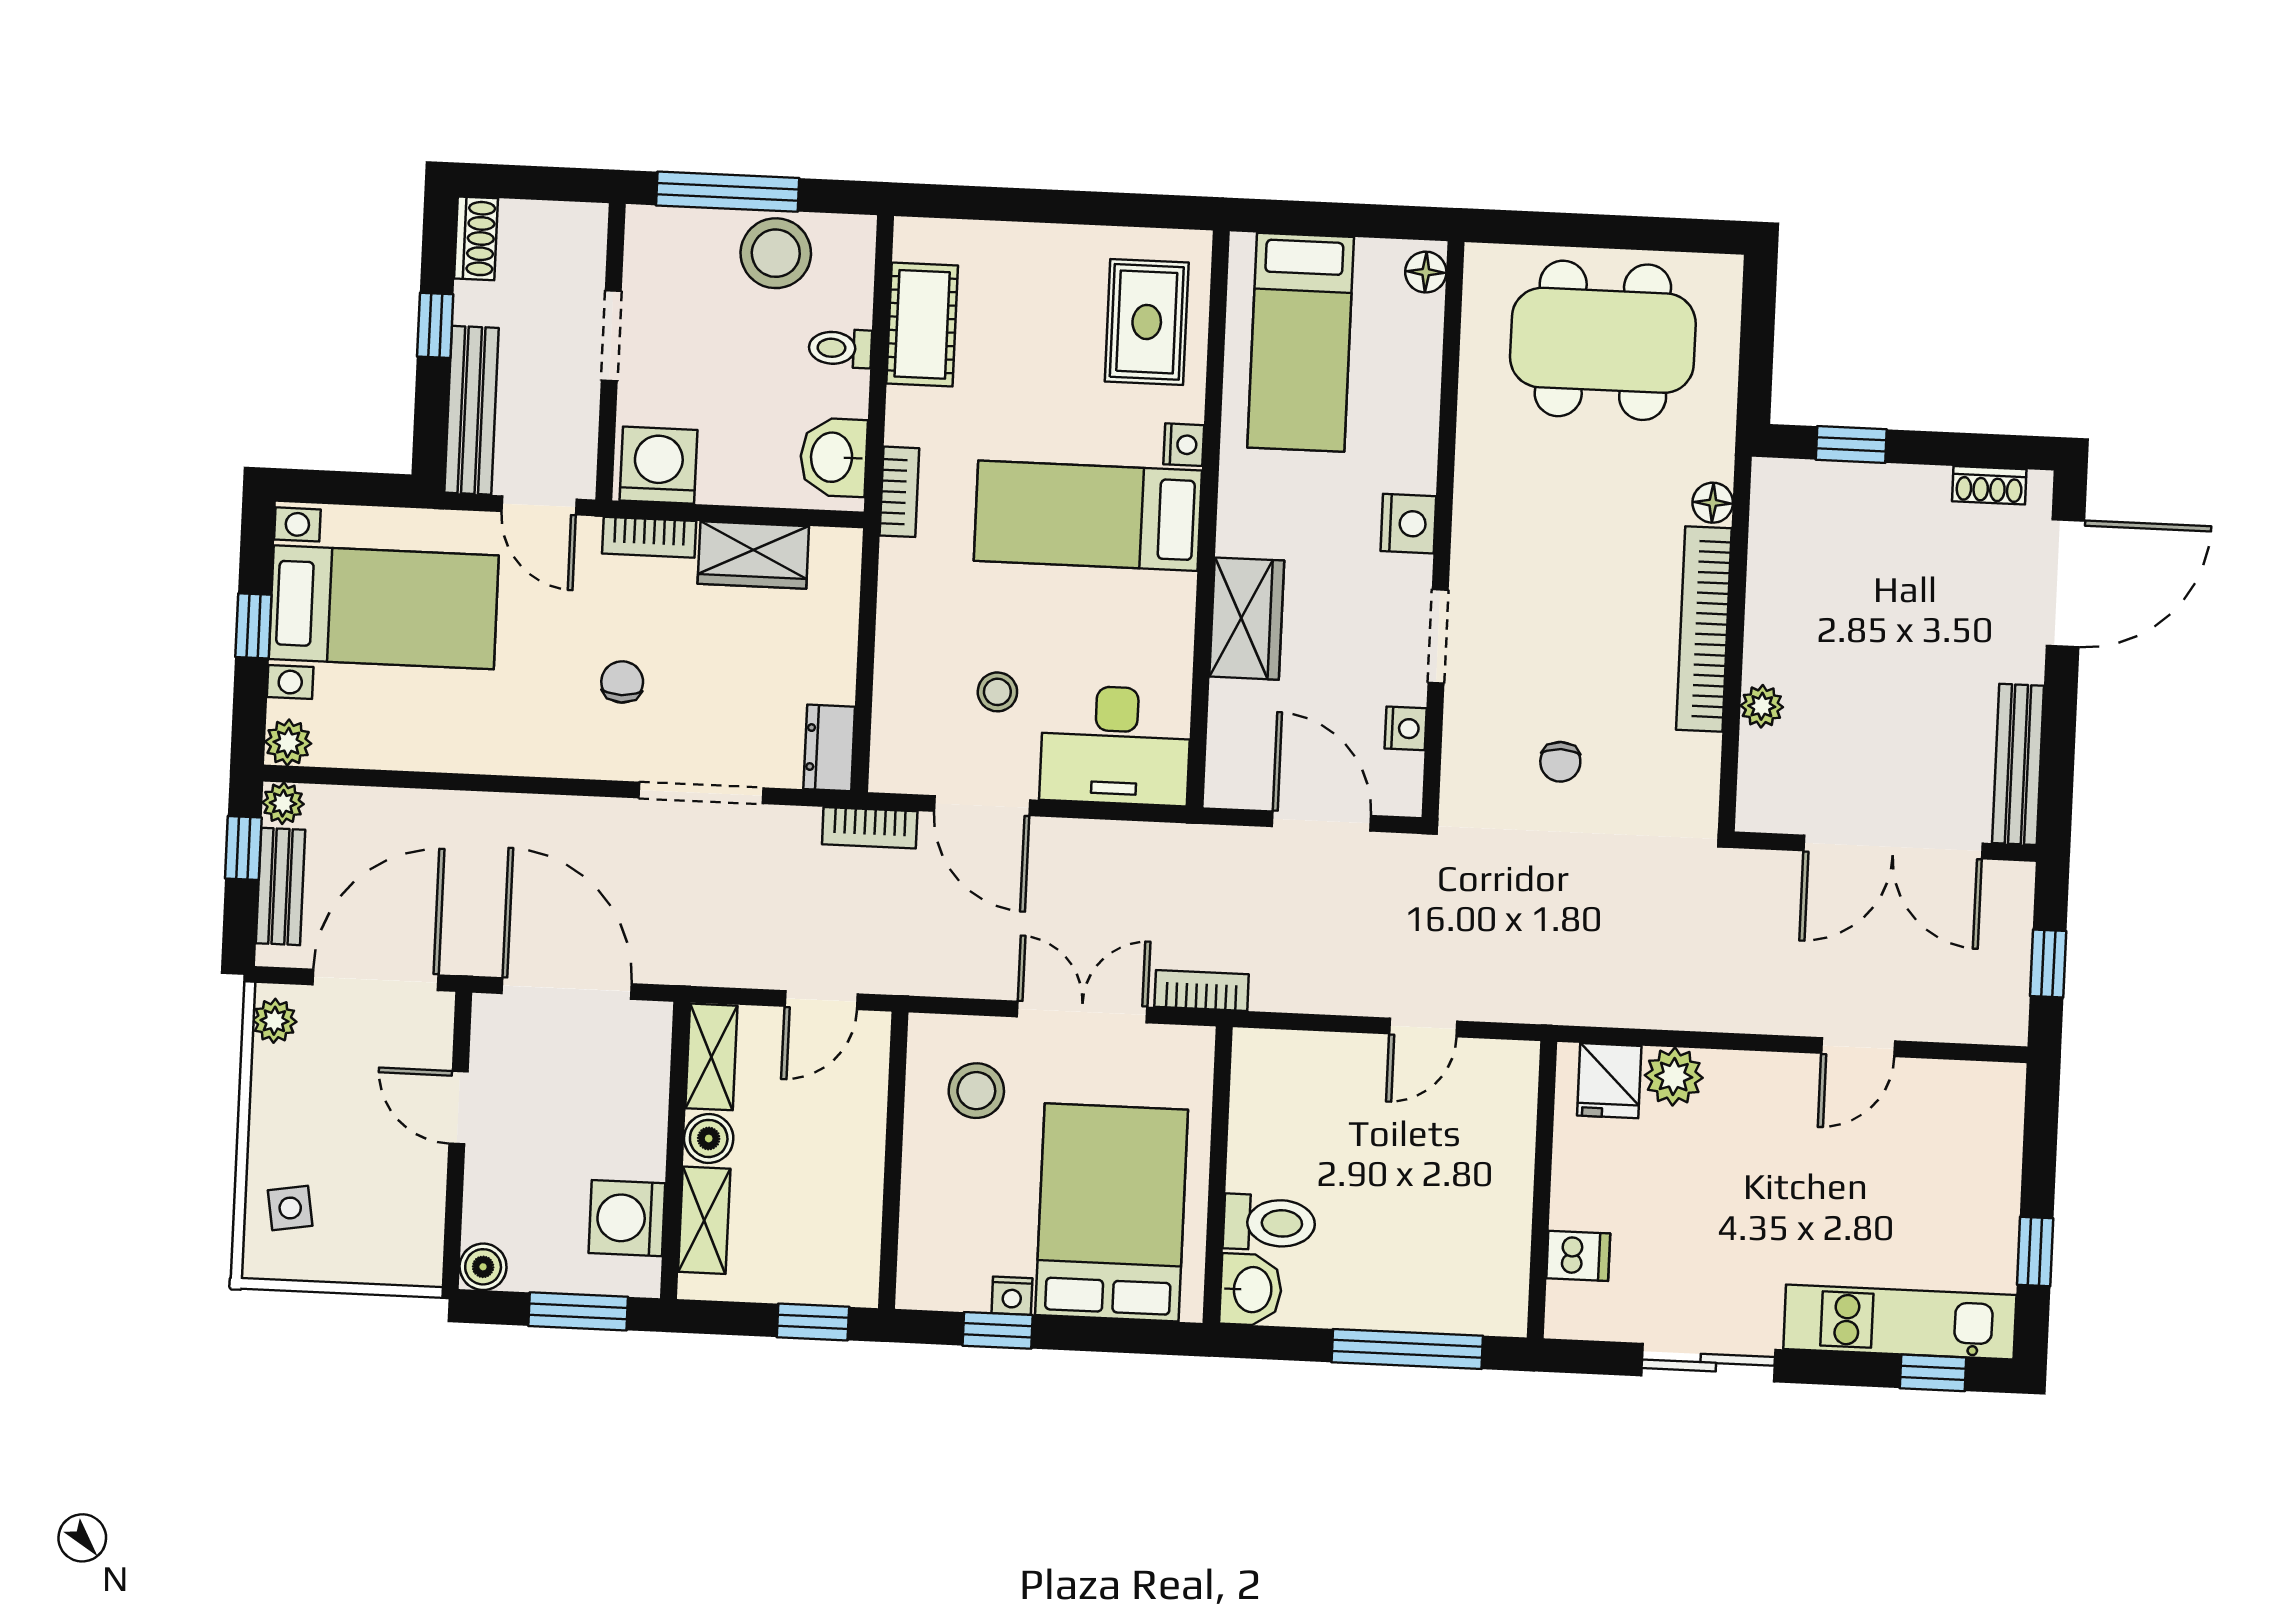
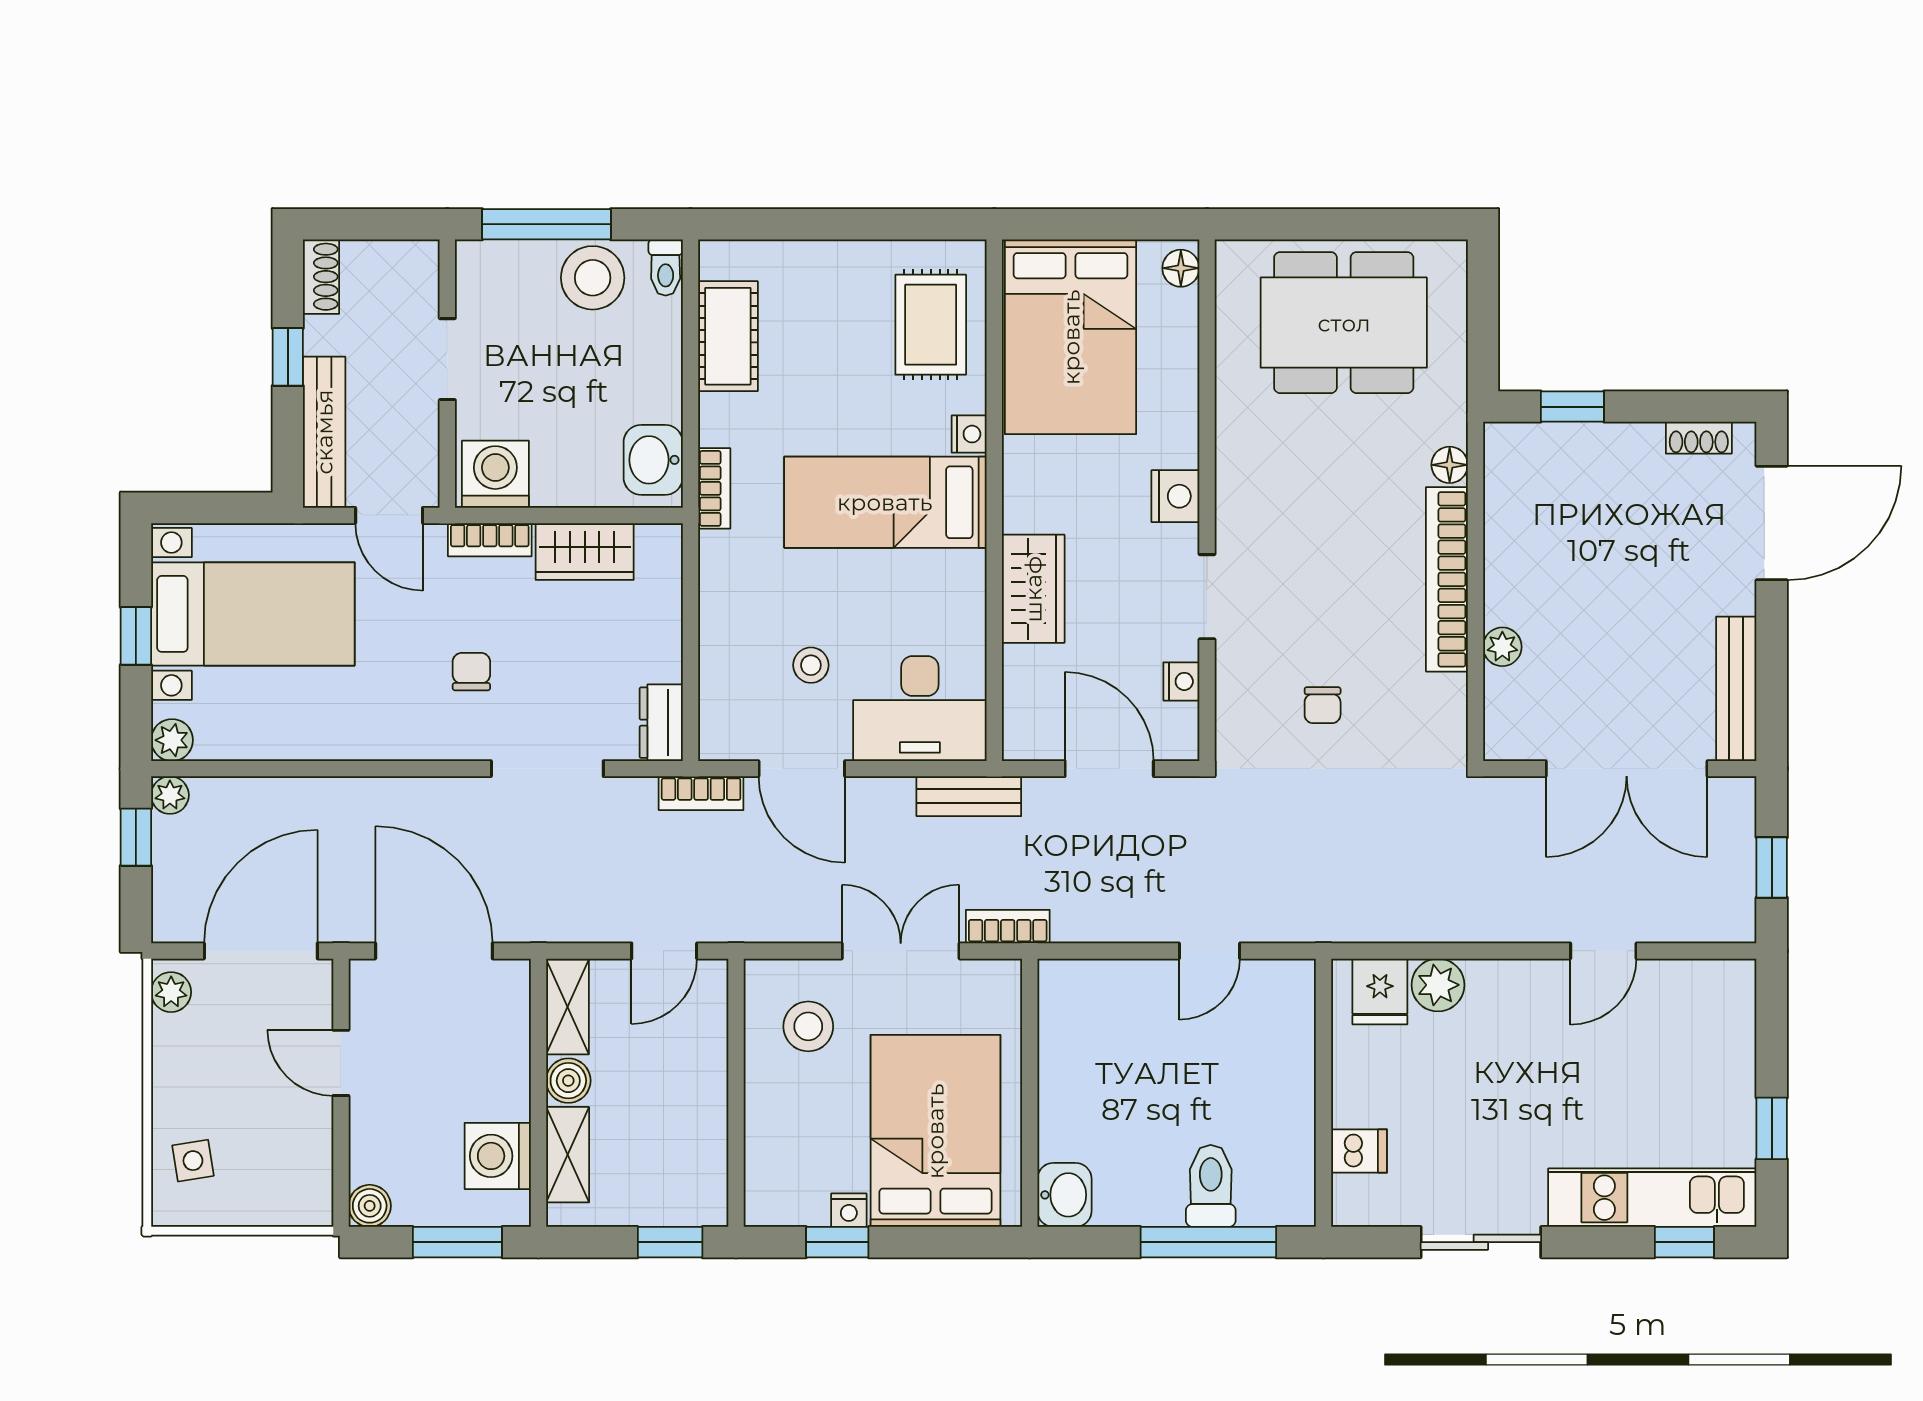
bed: (1301, 342) -> (1071, 337), width x1.50
toilet: (840, 348) -> (666, 268), moved, turned -90
bench: (281, 886) -> (969, 796), moved, turned 90
toilet: (1269, 1223) -> (1211, 1186), moved, turned -90

